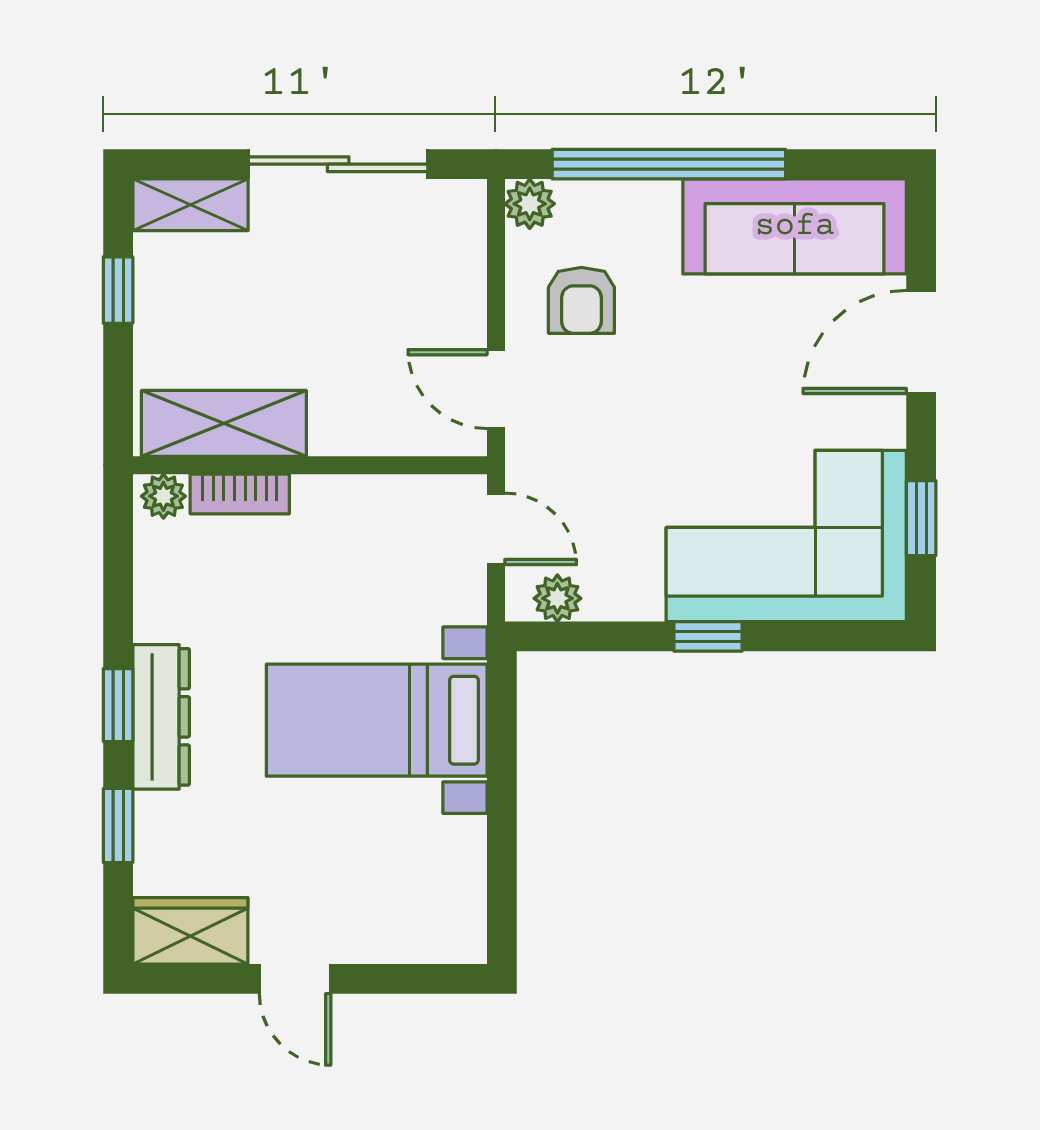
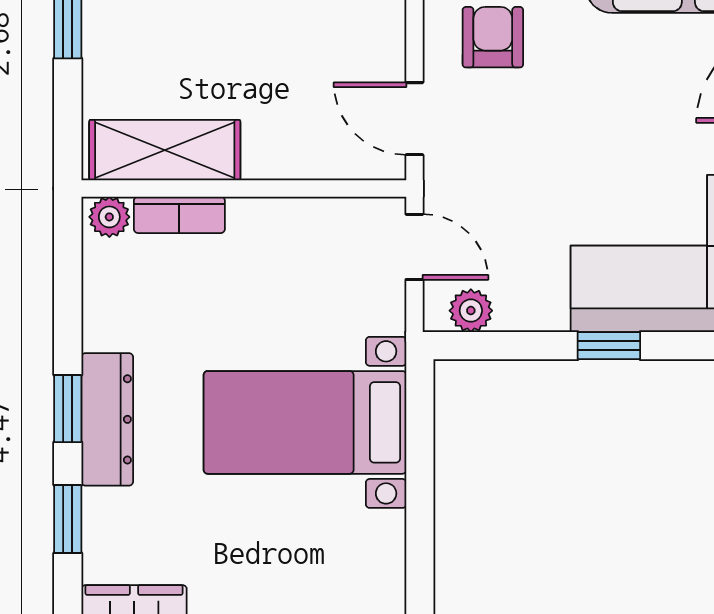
armchair: (581, 300) -> (493, 37), turned 180

